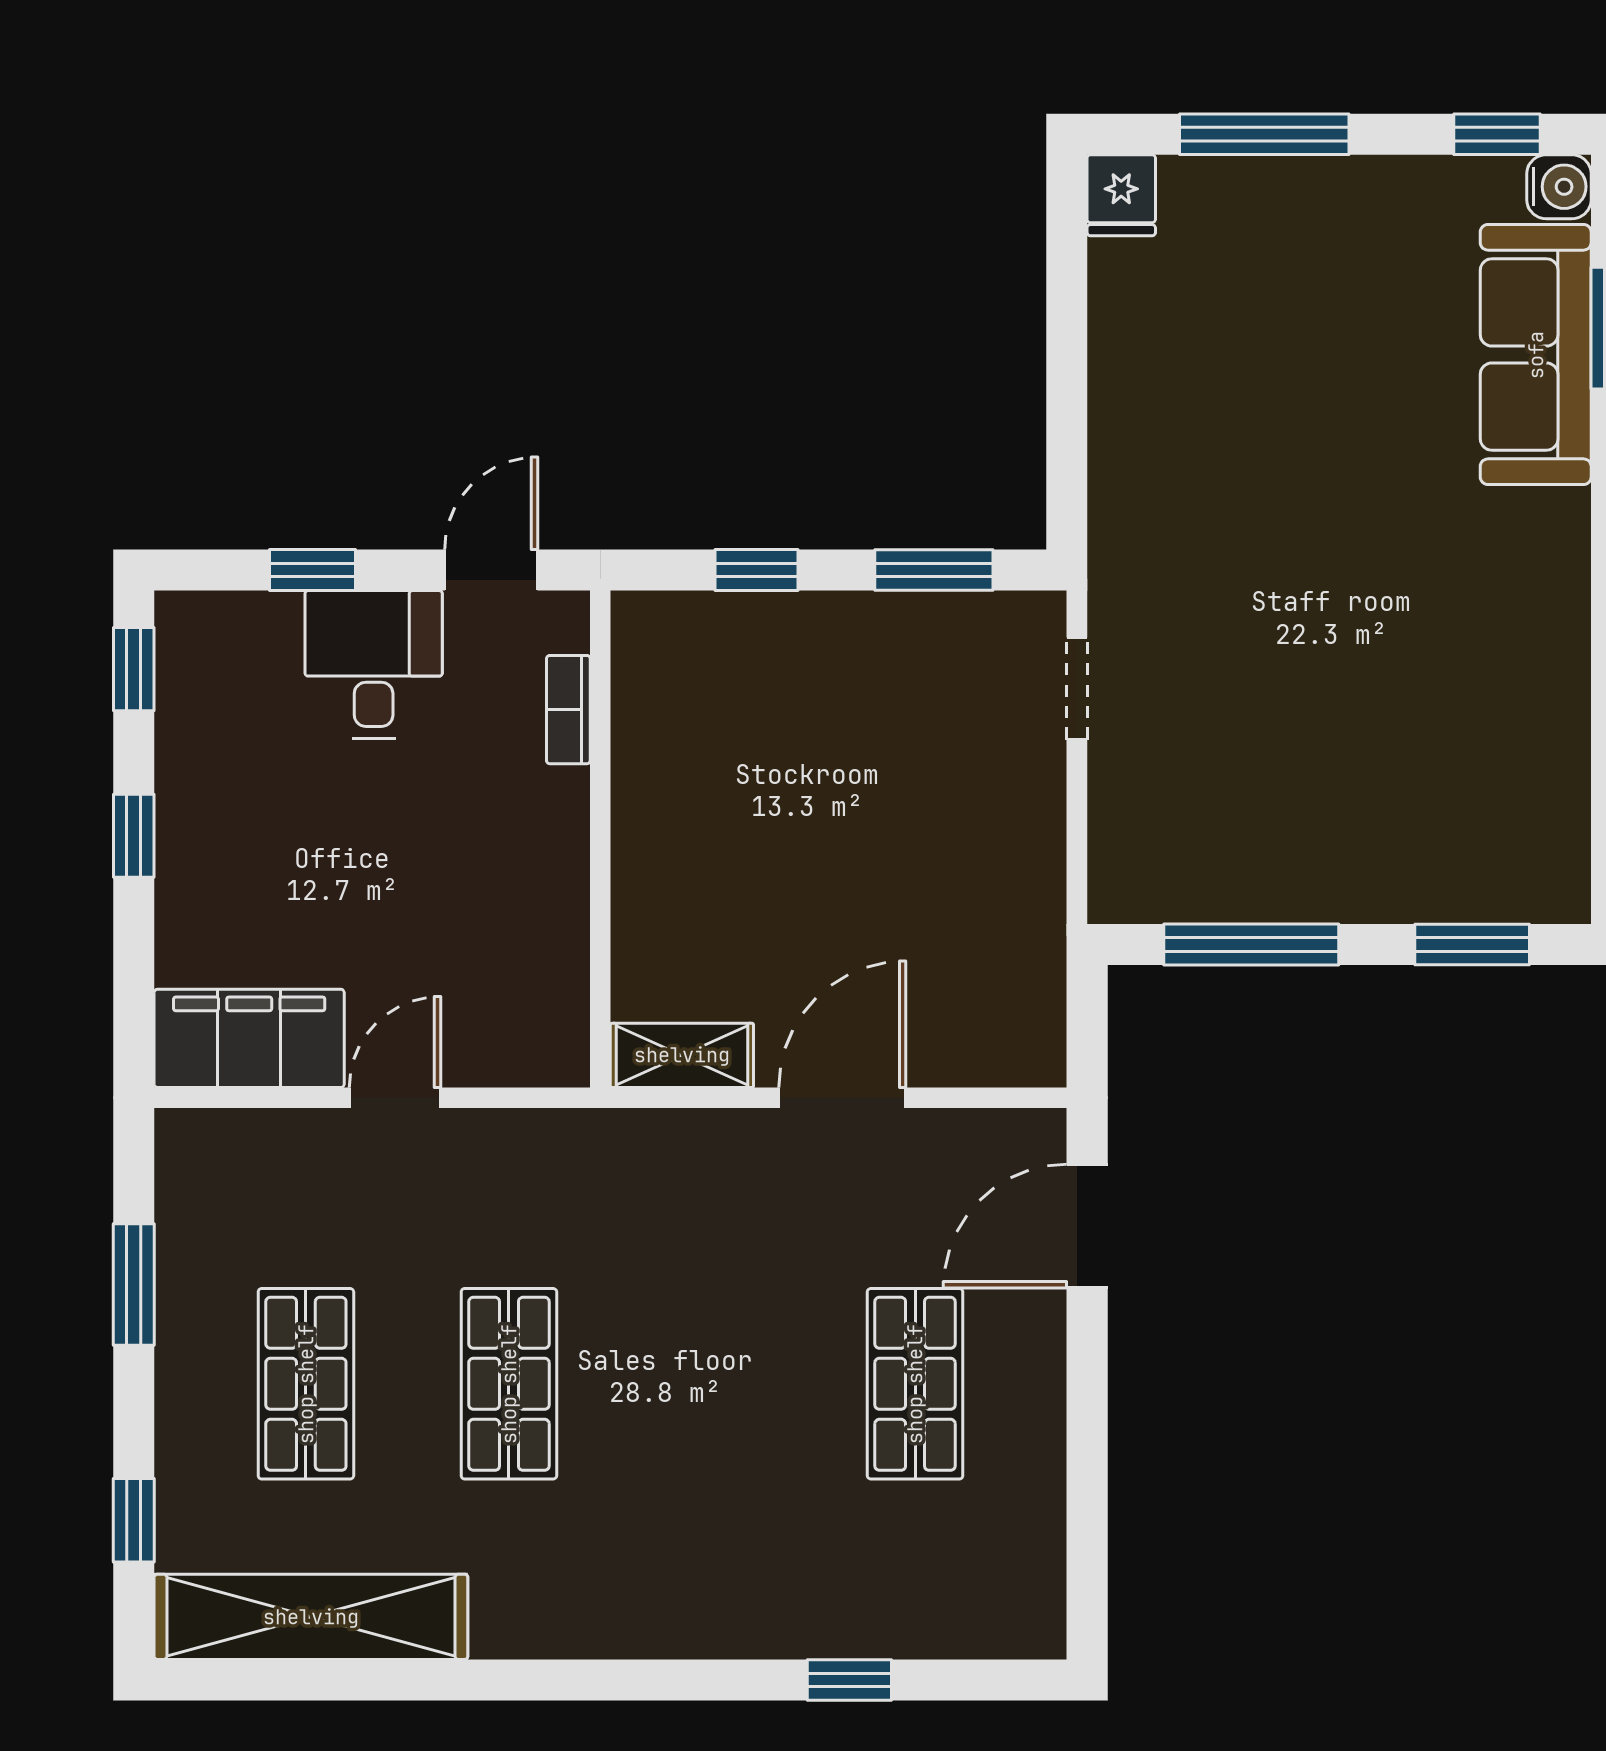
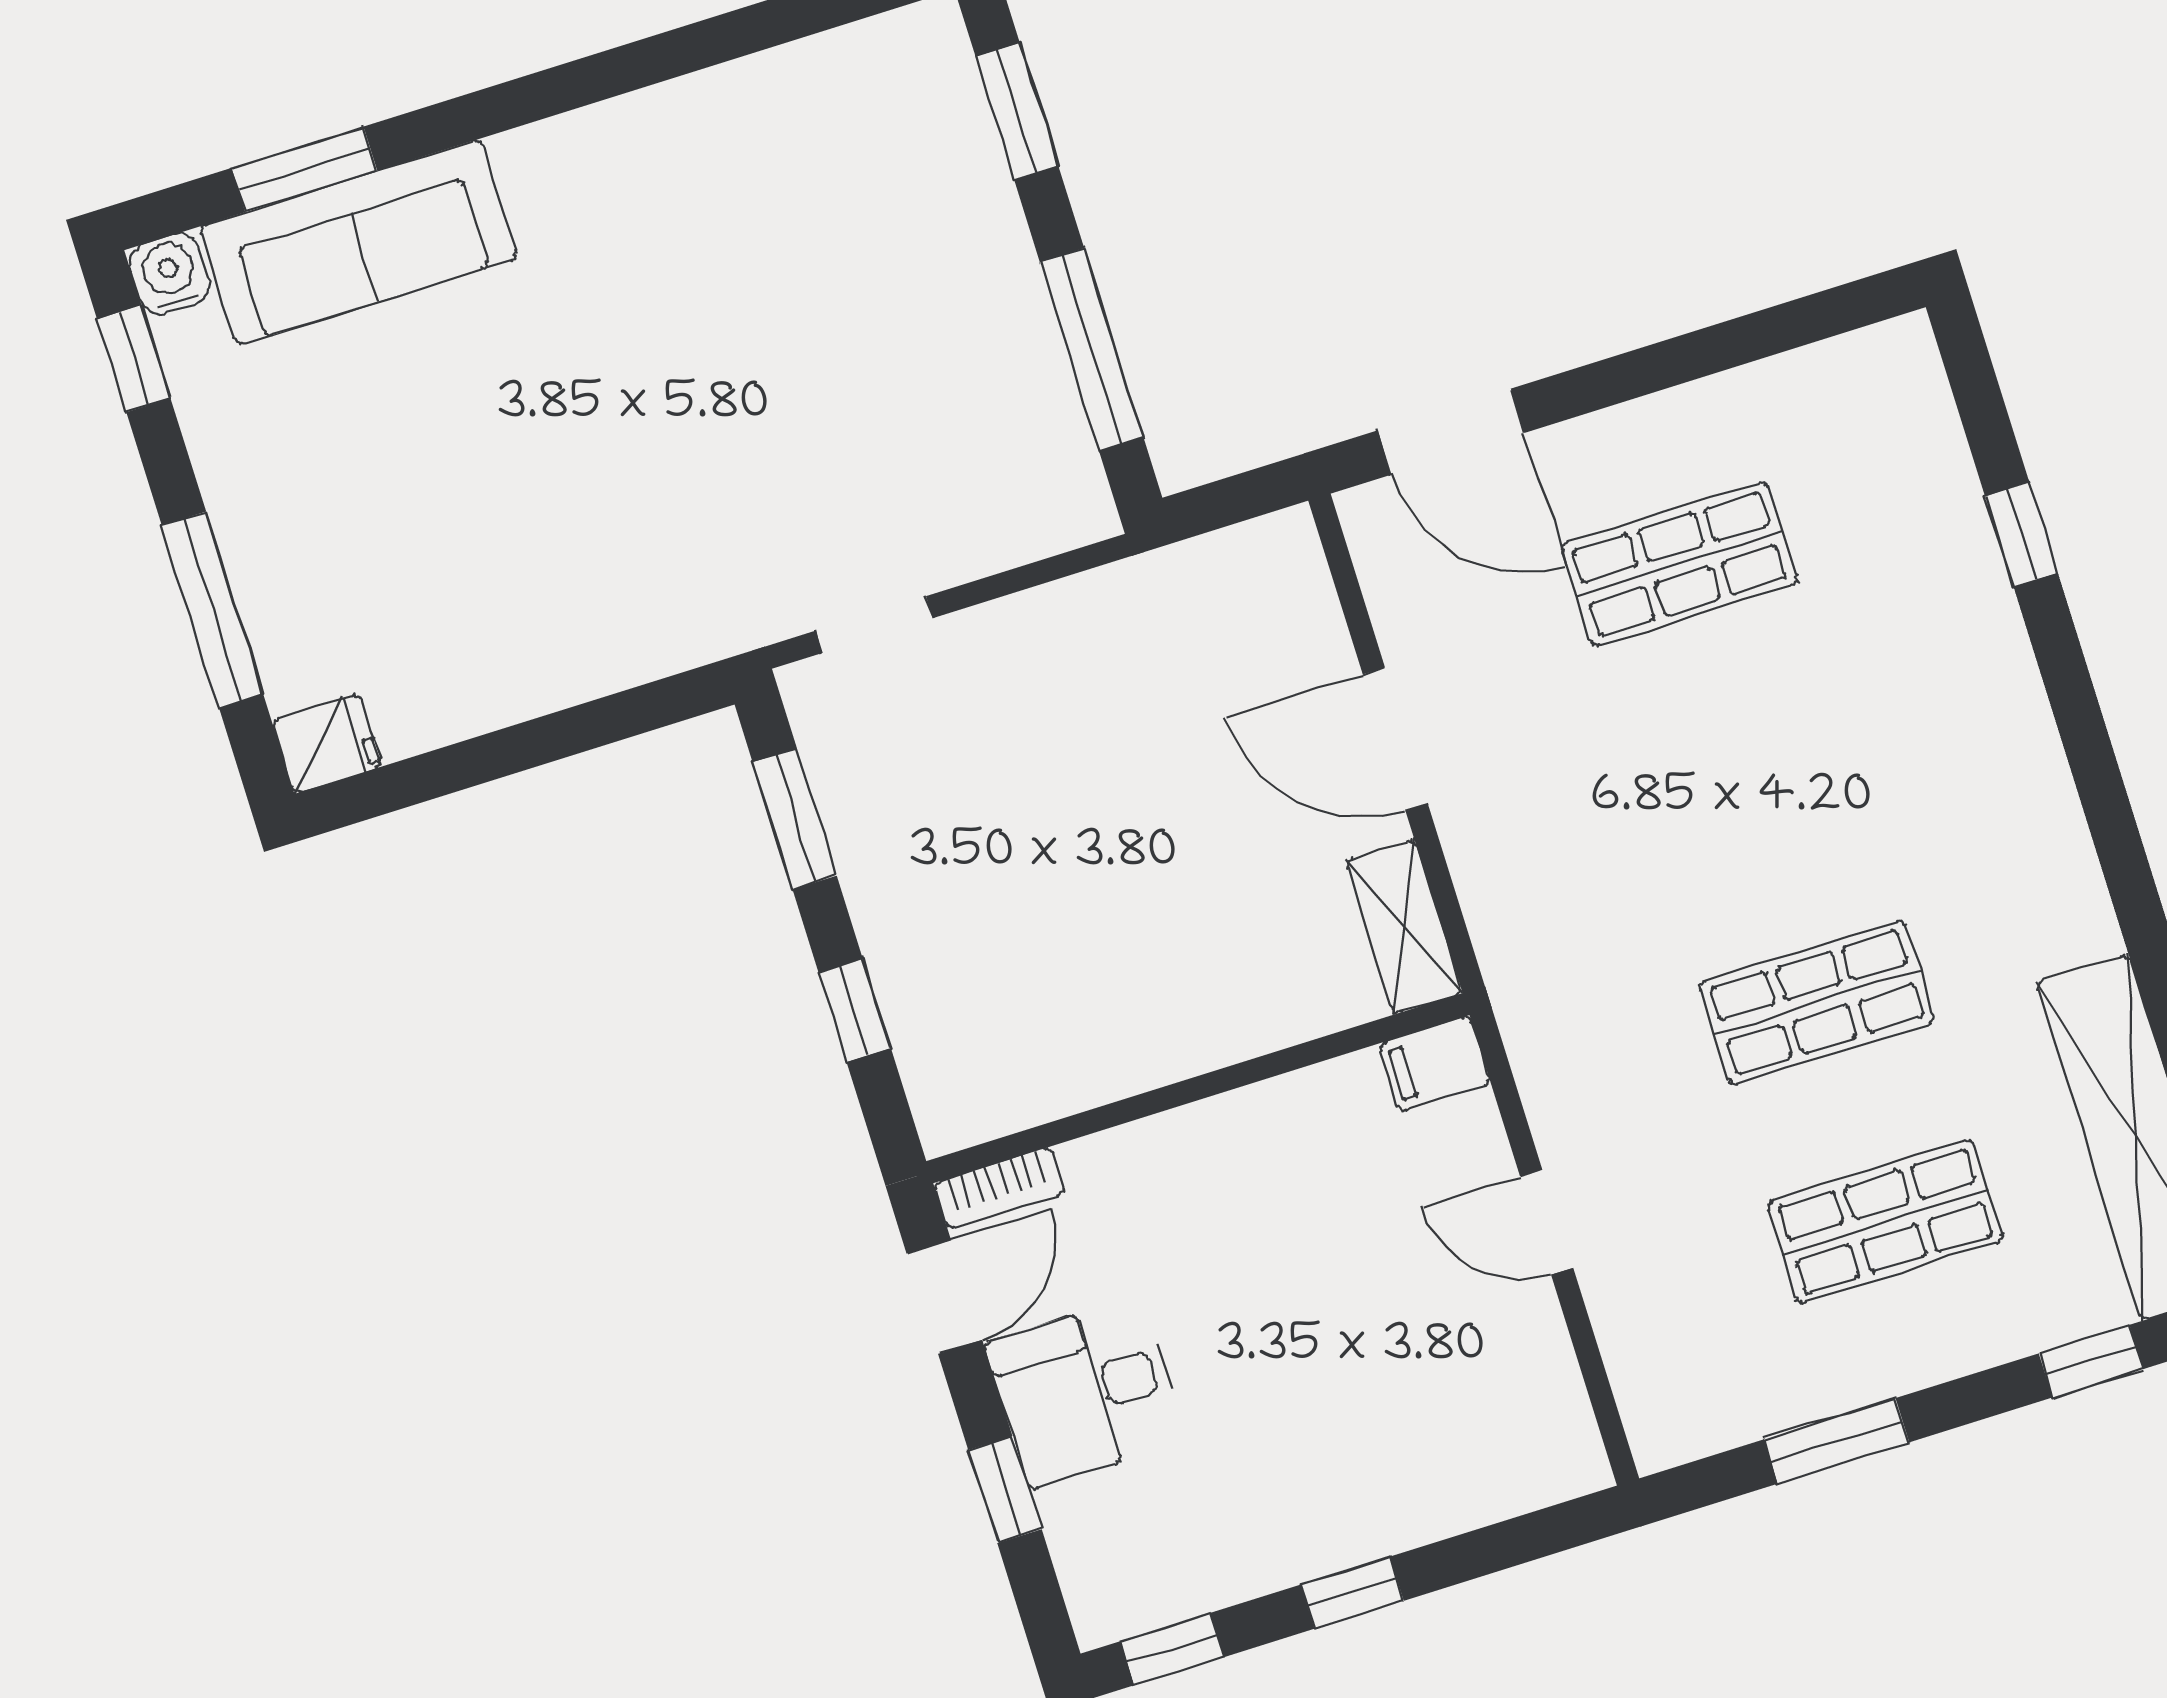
door: (491, 570) -> (944, 1297), swing flipped
bookcase: (568, 710) -> (999, 1188), moved
filing cabinet: (249, 1038) -> (1435, 1063), moved, width x0.33, depth x0.86

